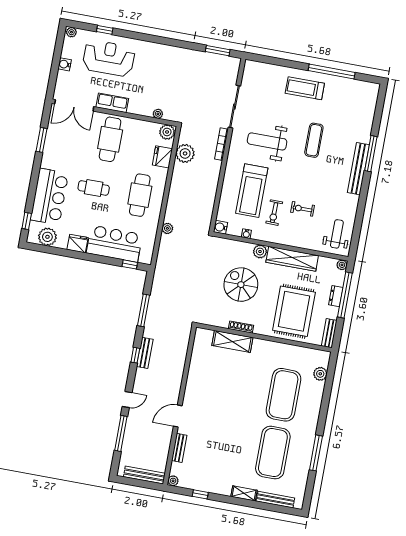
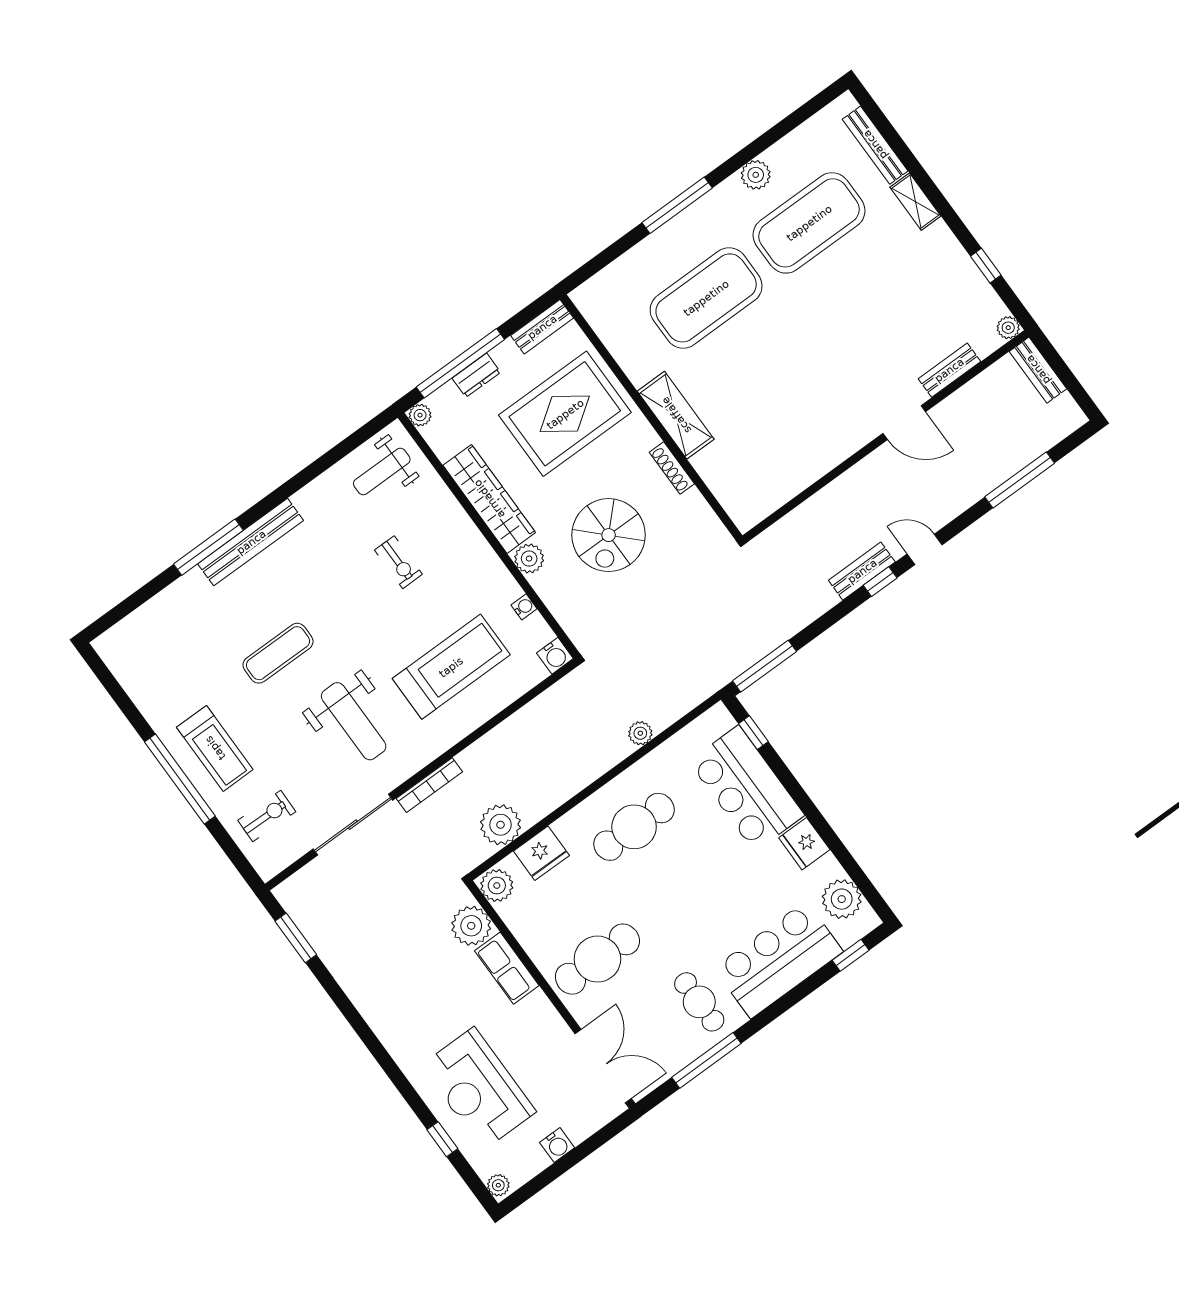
window: (332, 72) -> (180, 779), moved
row of seats: (112, 103) -> (507, 968), moved
plant: (158, 114) -> (471, 926), width x1.88, depth x1.88
window: (41, 140) -> (706, 1060), width x1.44
cafe table: (94, 188) -> (699, 1002), moved
exercise bike: (274, 213) -> (267, 816), moved
window: (143, 310) -> (764, 666), moved
shelving: (232, 342) -> (676, 415), moved
plant: (320, 374) -> (756, 175), moved
door: (127, 400) -> (925, 549), moved
window: (316, 453) -> (677, 205), moved
bench: (144, 475) -> (1038, 370), width x0.73

